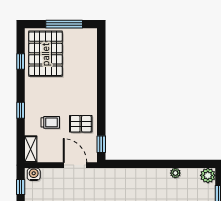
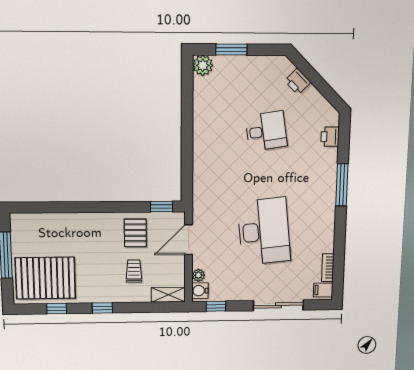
window: (21, 110) -> (102, 308), moved
plant: (175, 173) -> (198, 275), moved

